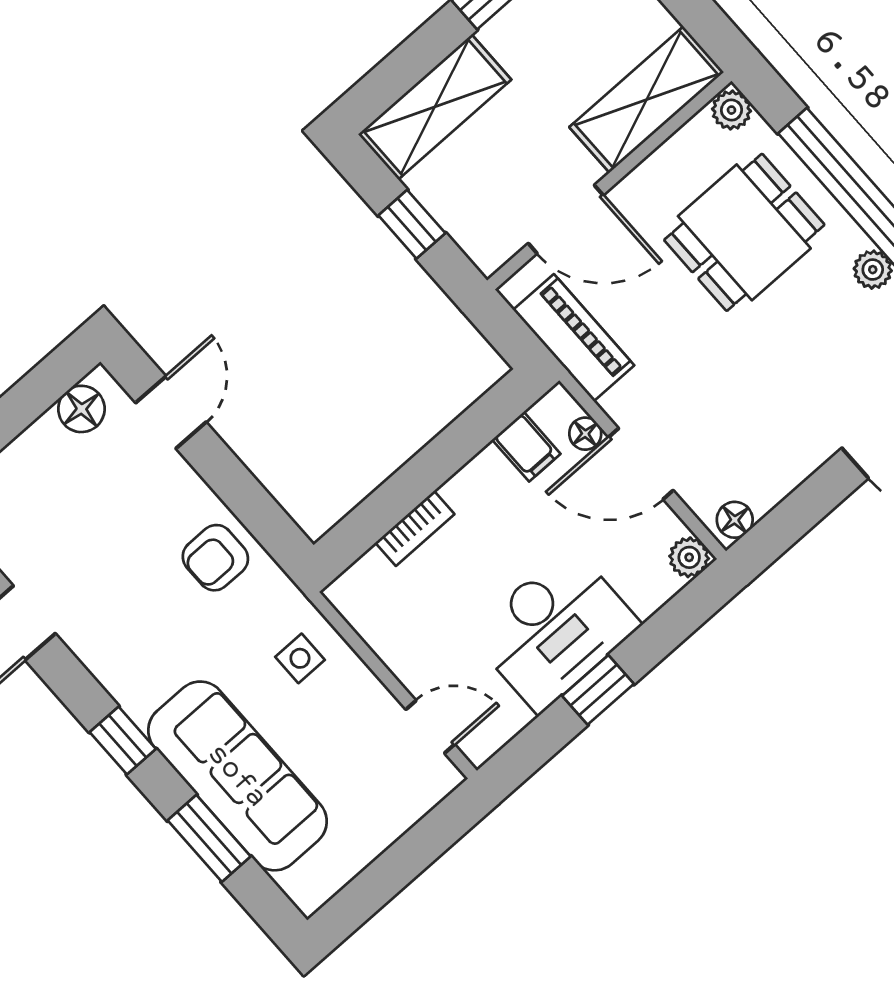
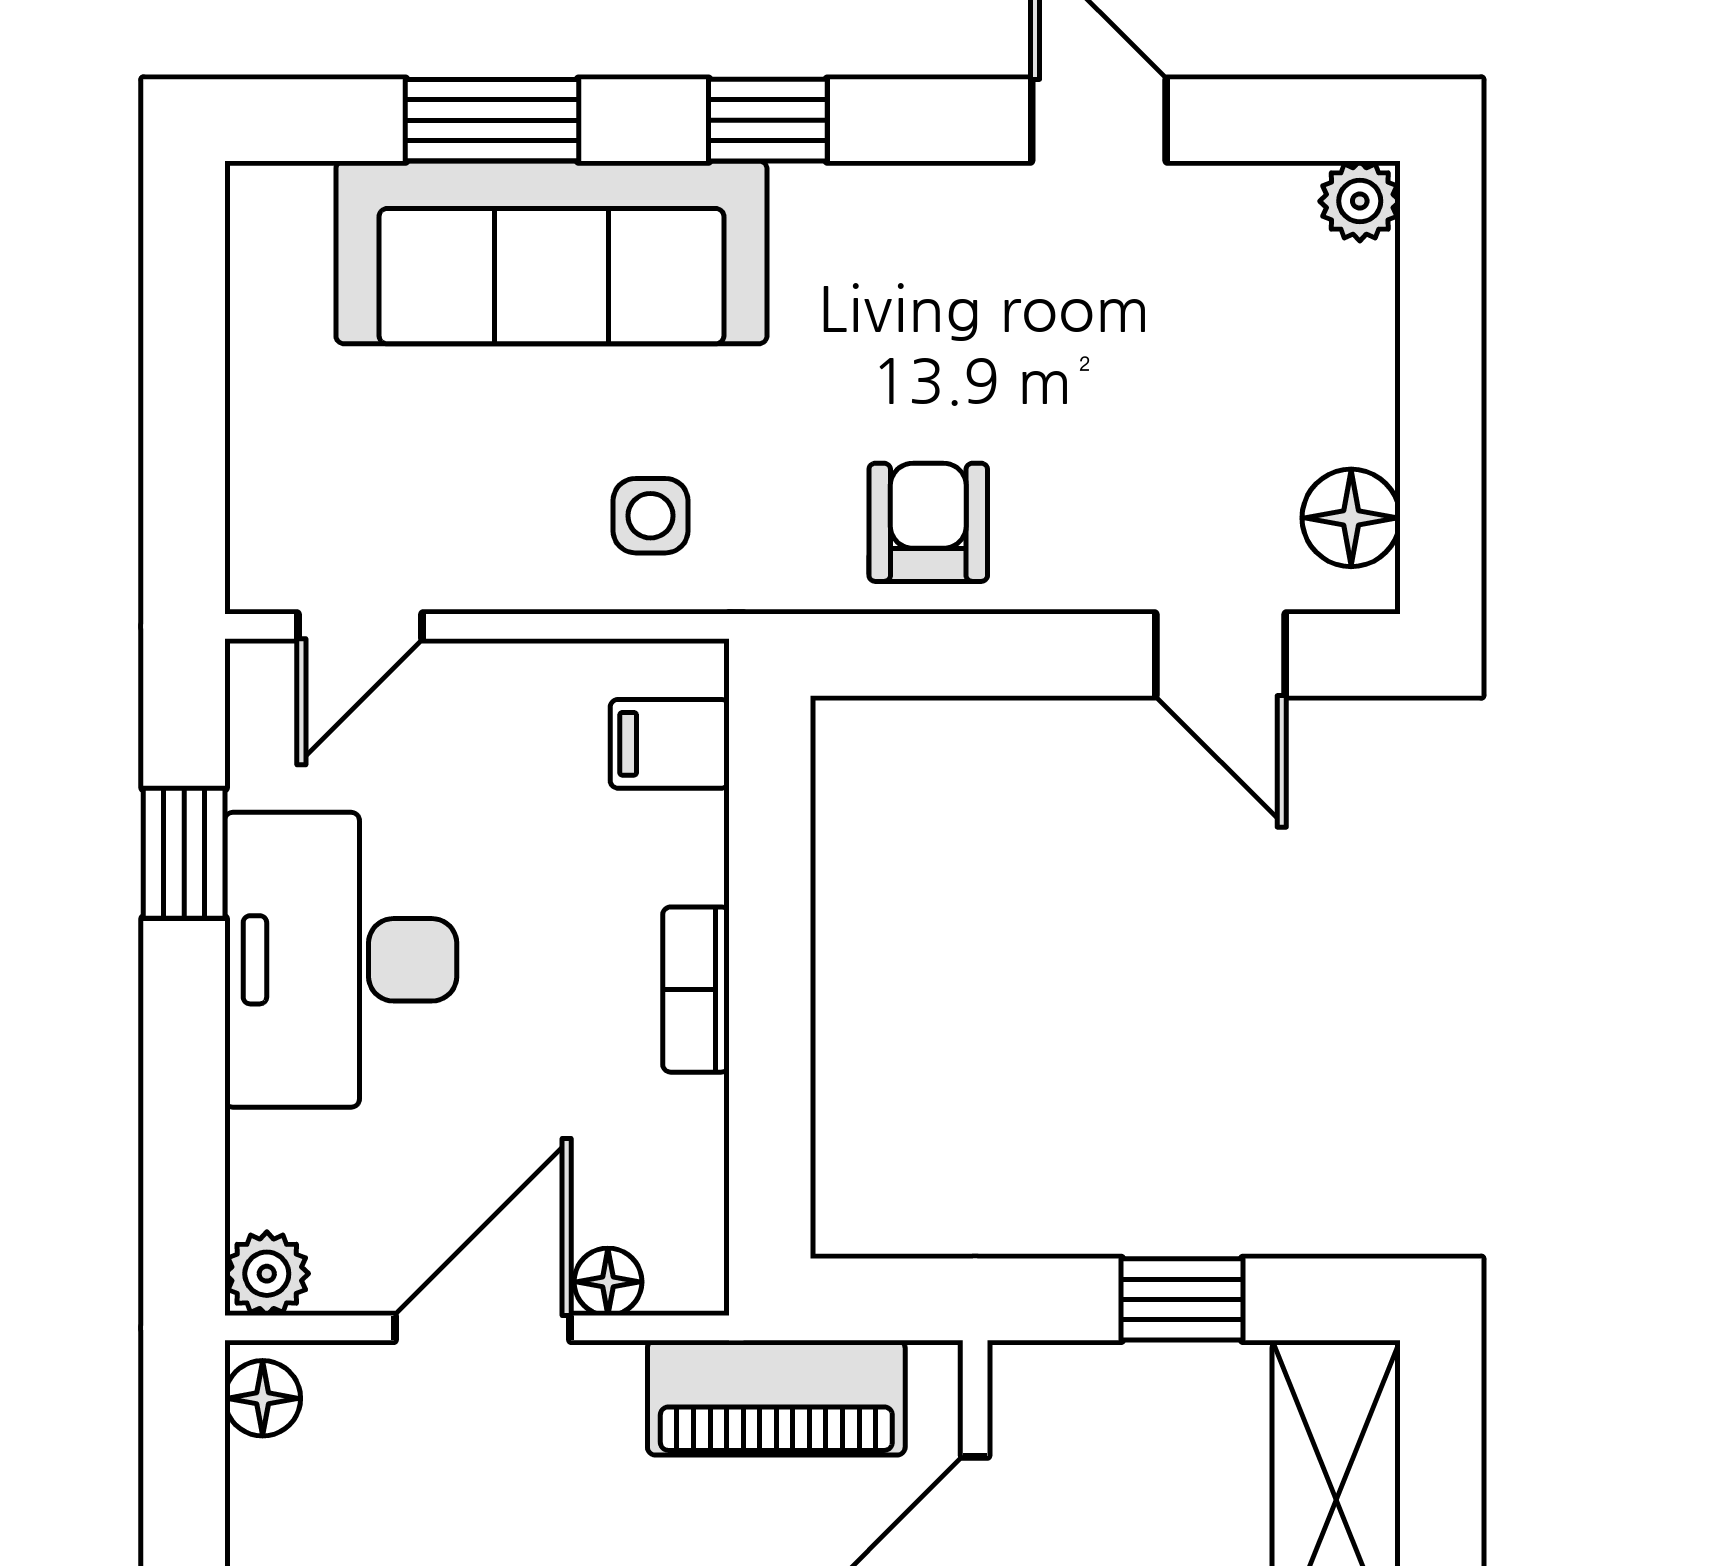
filing cabinet: (526, 447) -> (670, 744), moved
bookcase: (415, 528) -> (696, 990), moved
window: (598, 690) -> (184, 853), moved

